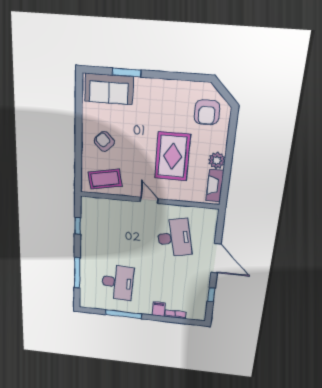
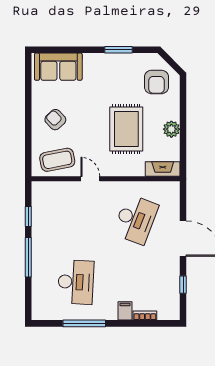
window: (127, 72) -> (119, 50), moved
fireplace: (215, 186) -> (163, 169), moved, turned 90
door: (149, 200) -> (90, 179), moved
desk: (174, 238) -> (136, 219), turned 33
window: (77, 273) -> (28, 257), moved

